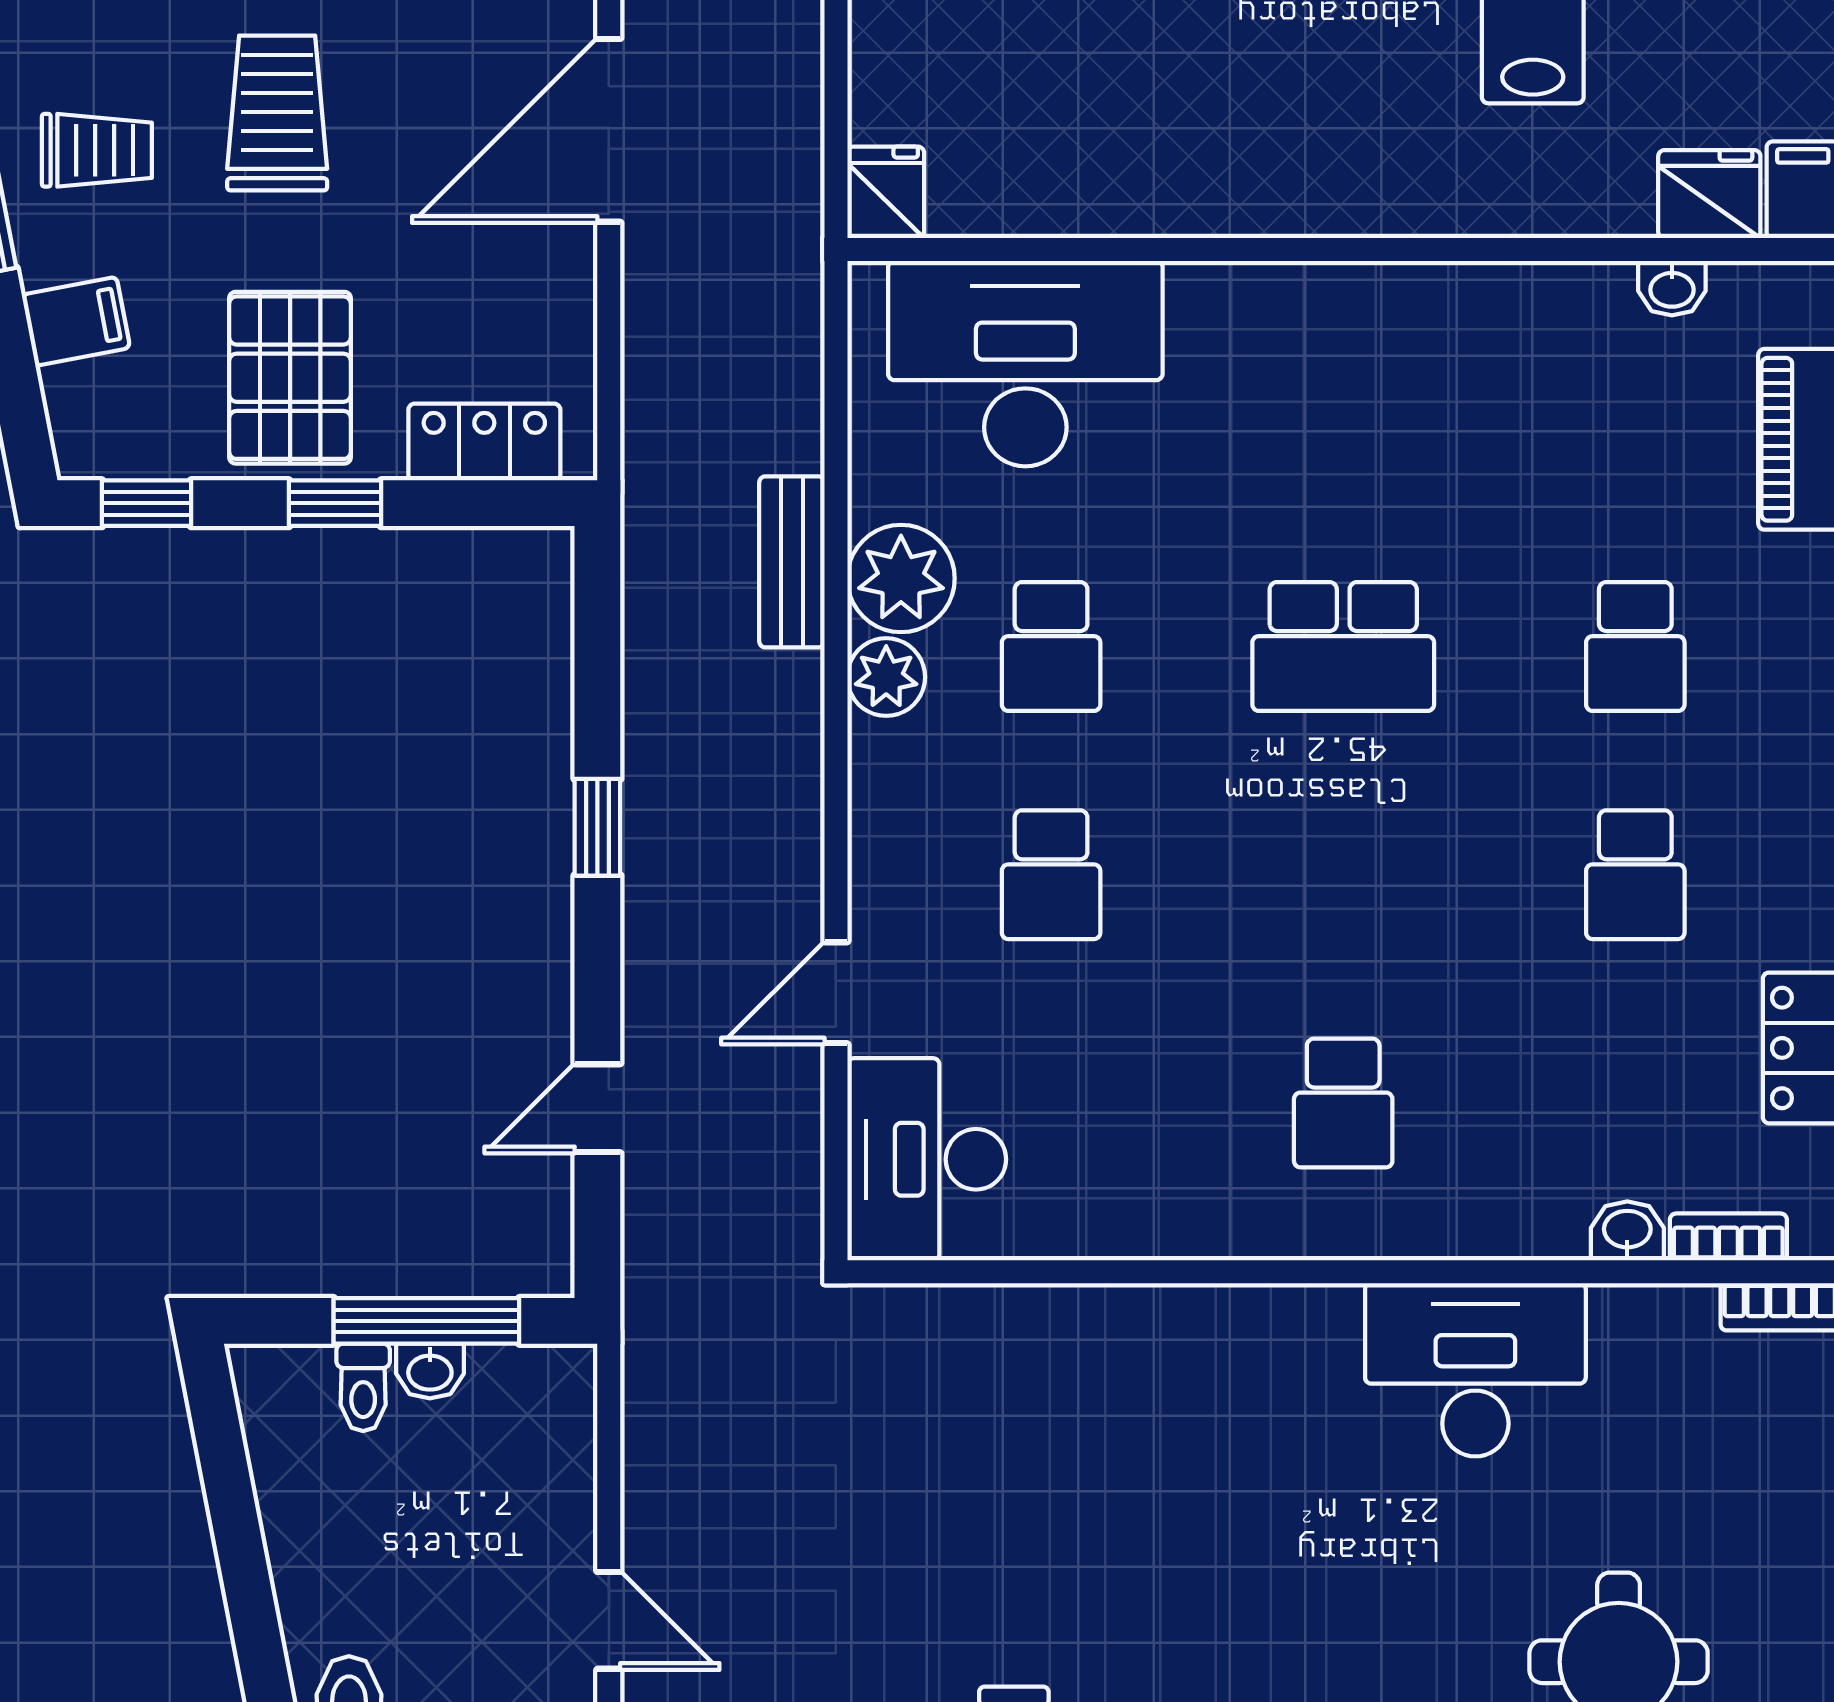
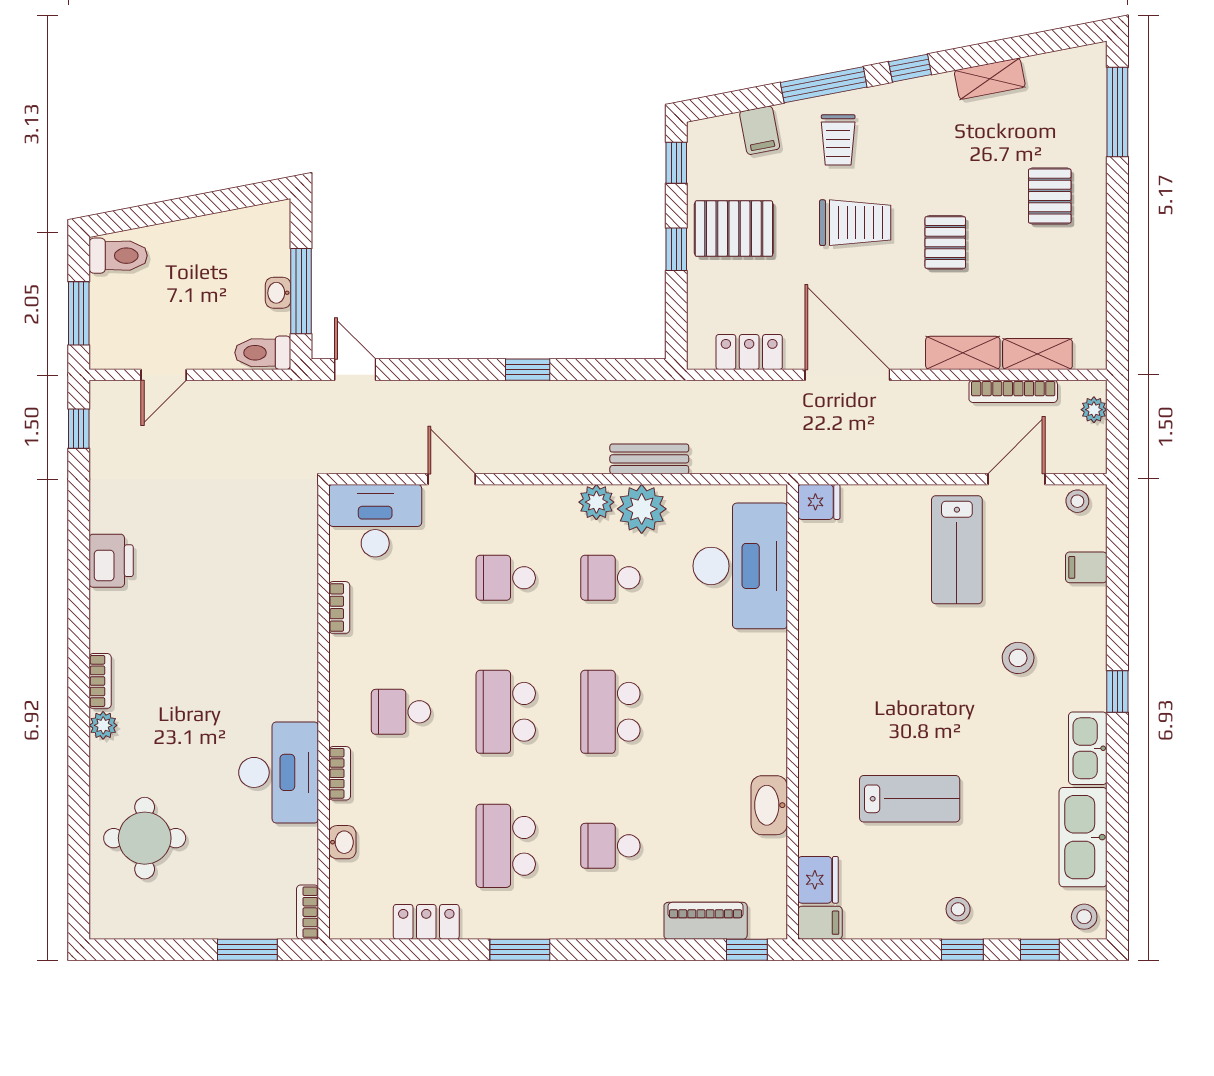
washbasin: (1672, 288) -> (769, 805), moved, width x1.91, depth x1.45
locker: (484, 442) -> (749, 352), moved, turned -90
school desk: (1343, 875) -> (506, 712), added
school desk: (1635, 875) -> (506, 846), width x1.85
door: (597, 1108) -> (355, 370), moved
bookcase: (1728, 1237) -> (340, 773), moved
bookcase: (1116, 1238) -> (339, 607), added
toilet: (363, 1387) -> (263, 353), moved, width x1.37, depth x1.39

